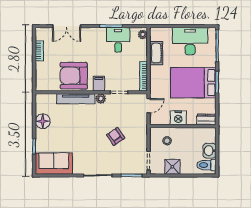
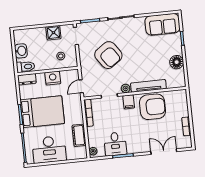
armchair: (116, 136) -> (108, 55), width x1.88, depth x1.88
toilet: (206, 165) -> (26, 67), moved

